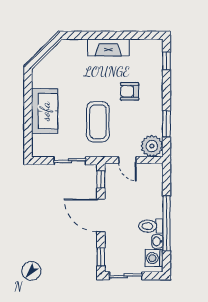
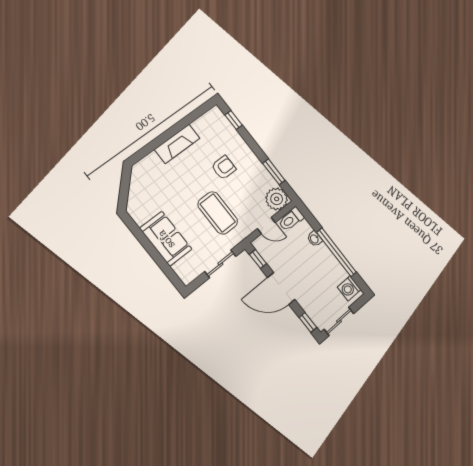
armchair: (130, 91) -> (224, 168), turned 180
toilet: (151, 226) -> (291, 219), moved
washbasin: (157, 241) -> (315, 239), moved

